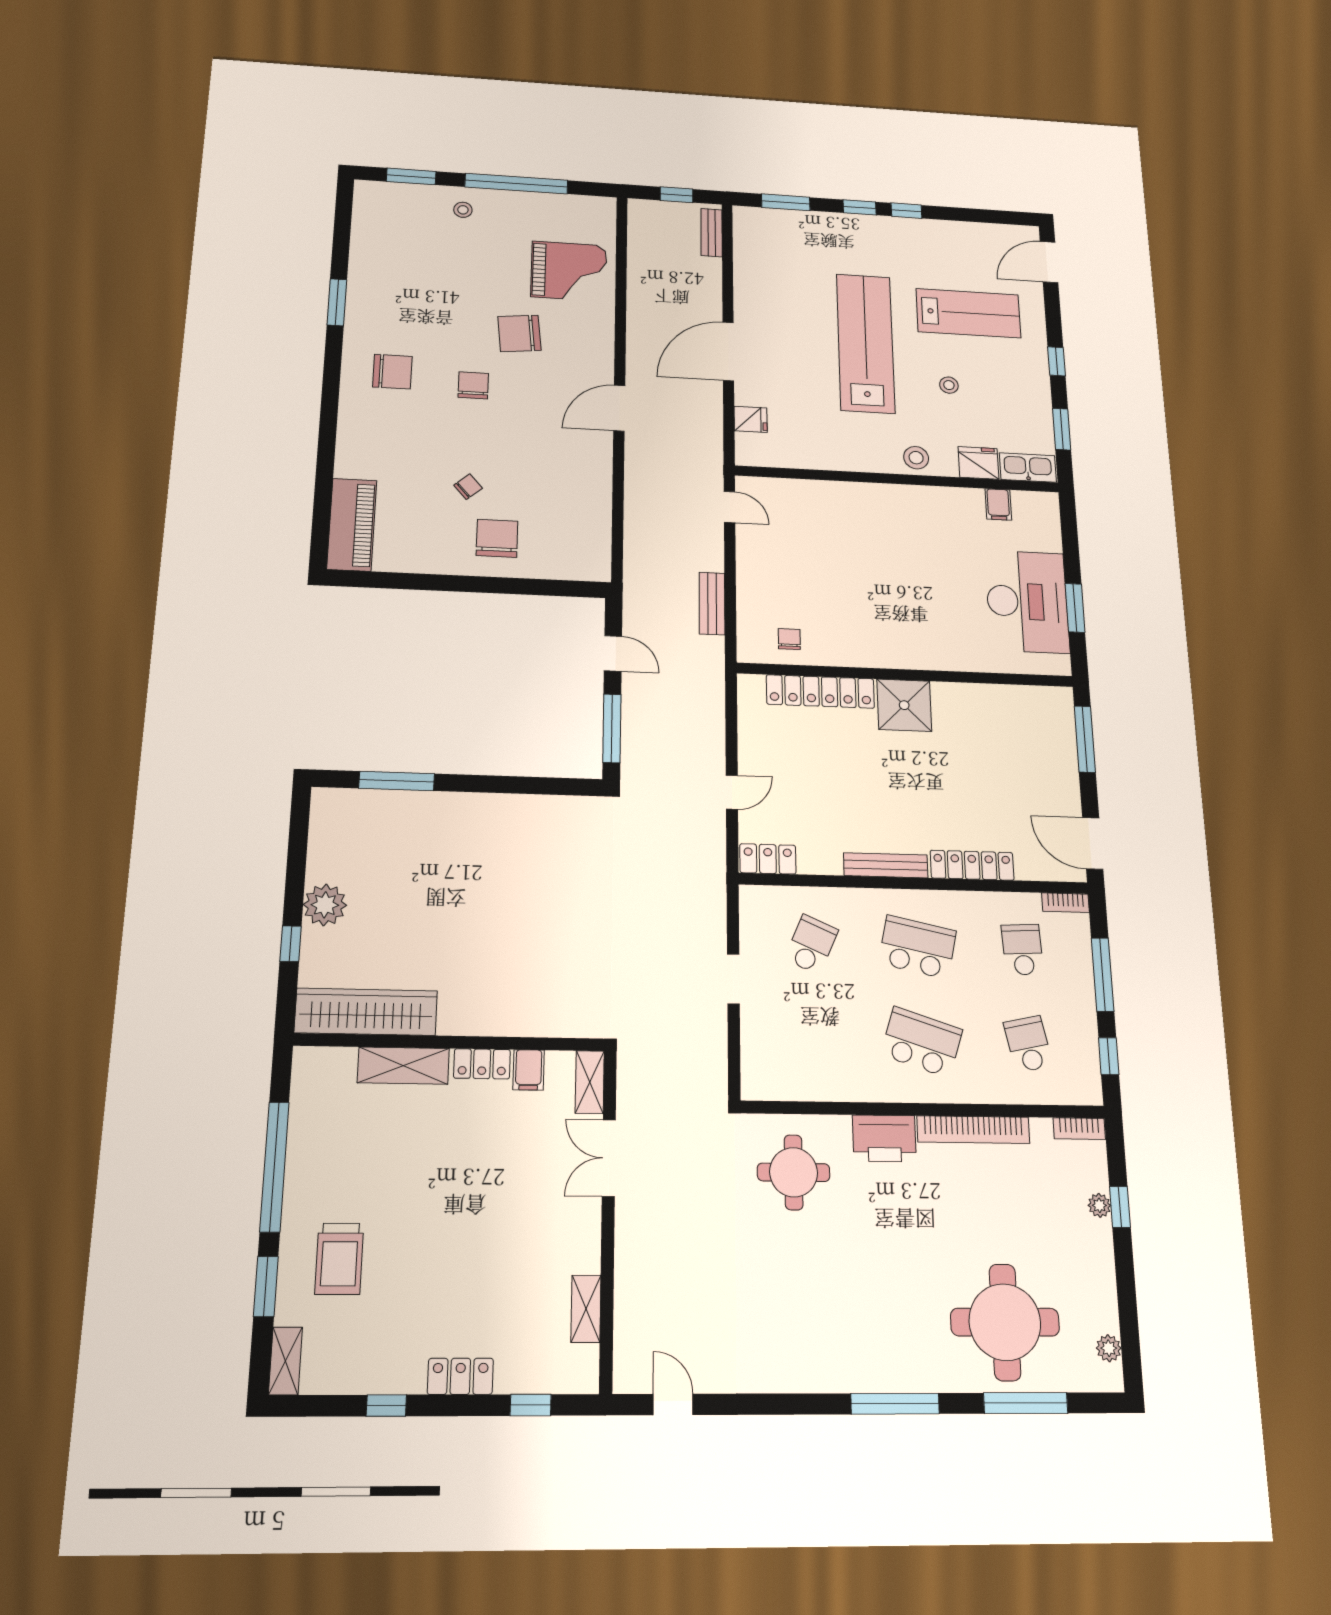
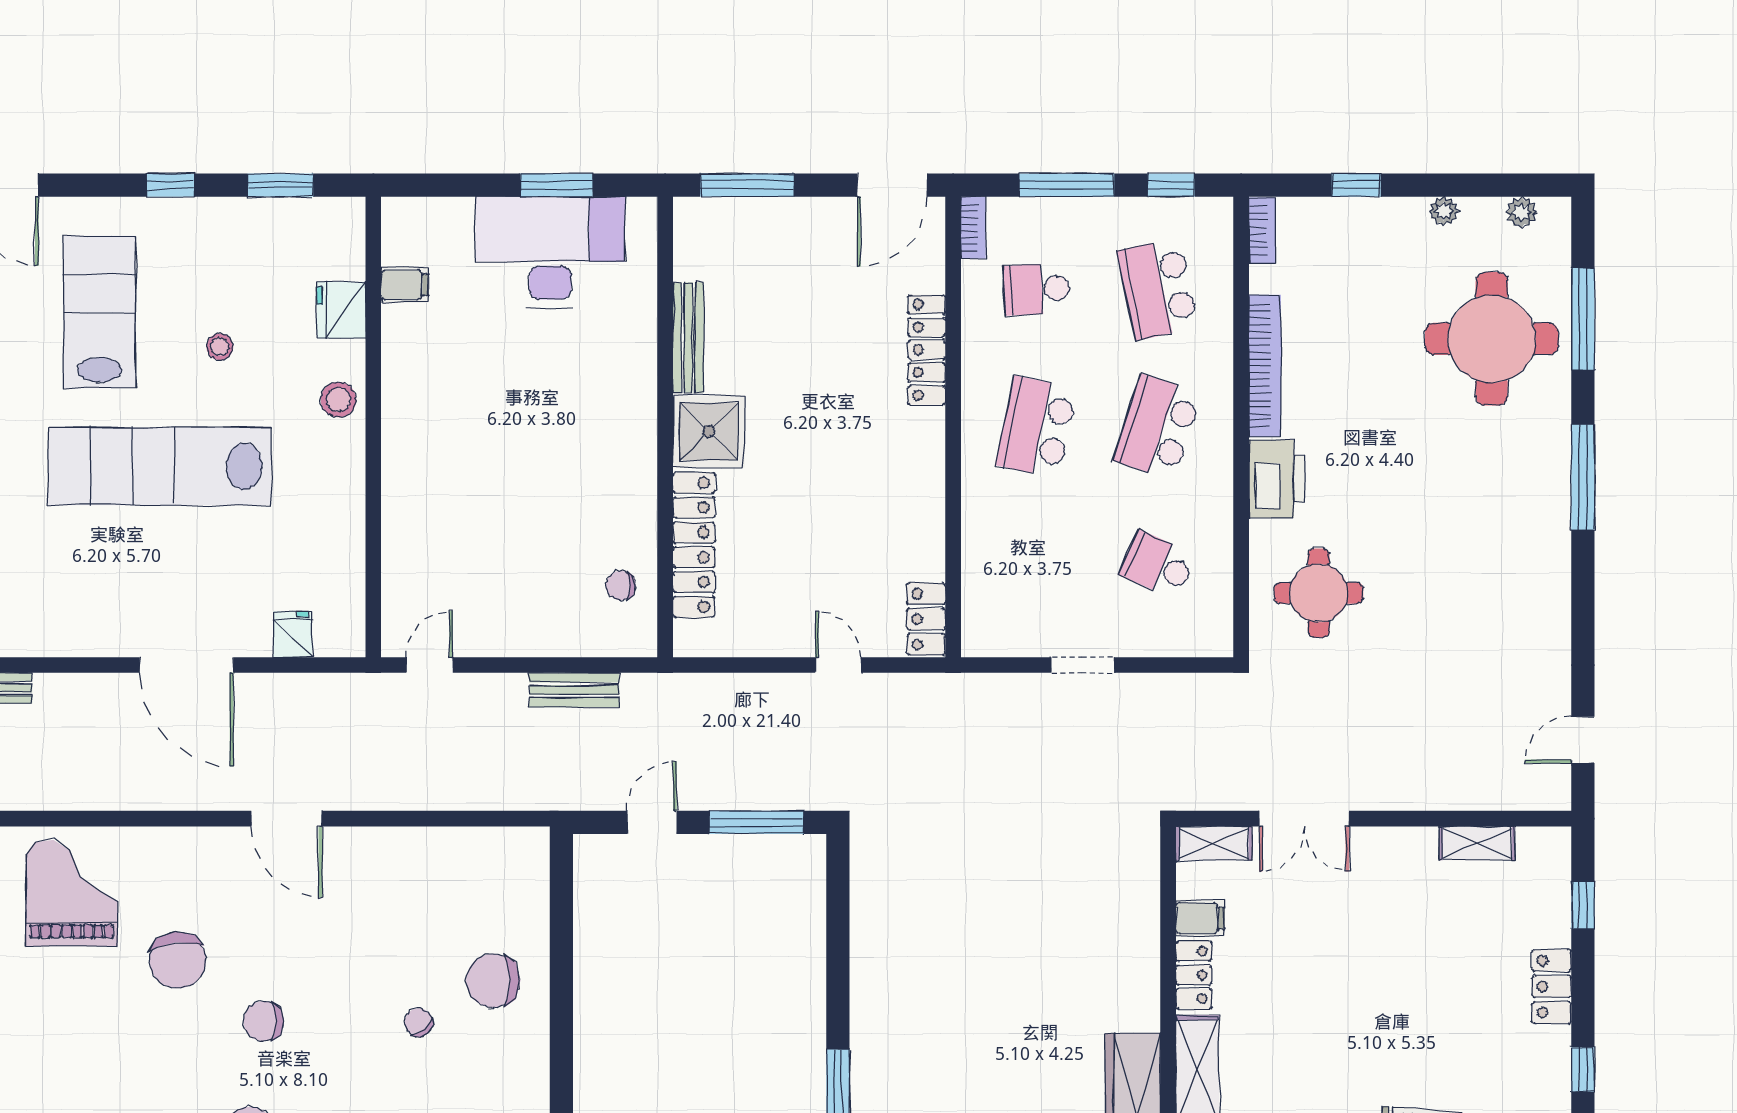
kitchen sink: (1028, 468) -> (344, 239), removed
bench: (886, 865) -> (688, 337), moved
school desk: (811, 944) -> (1158, 565), moved
school desk: (1028, 1044) -> (1158, 289), width x1.85
plant: (1099, 1205) -> (1444, 211), moved

